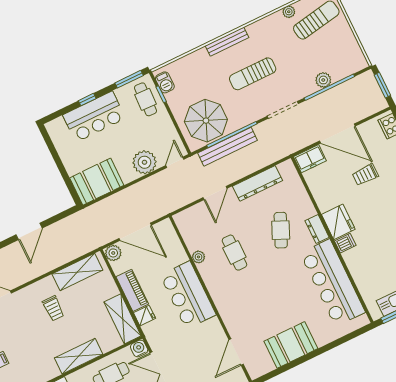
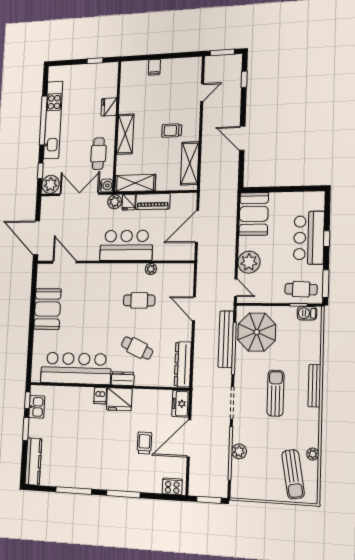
dresser: (258, 183) -> (183, 364), moved
plant: (113, 253) -> (115, 202), moved

